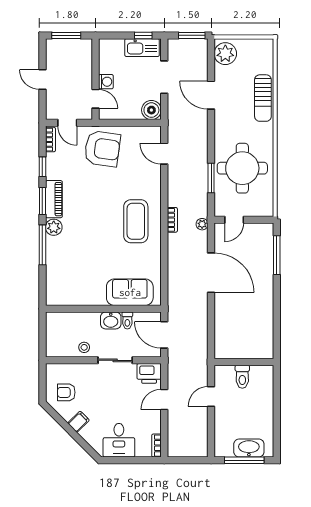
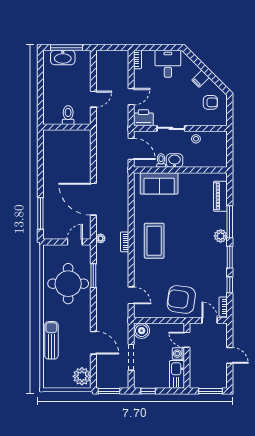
kitchen sink: (142, 48) -> (177, 374), moved, turned -90
piano: (54, 199) -> (220, 196), moved

